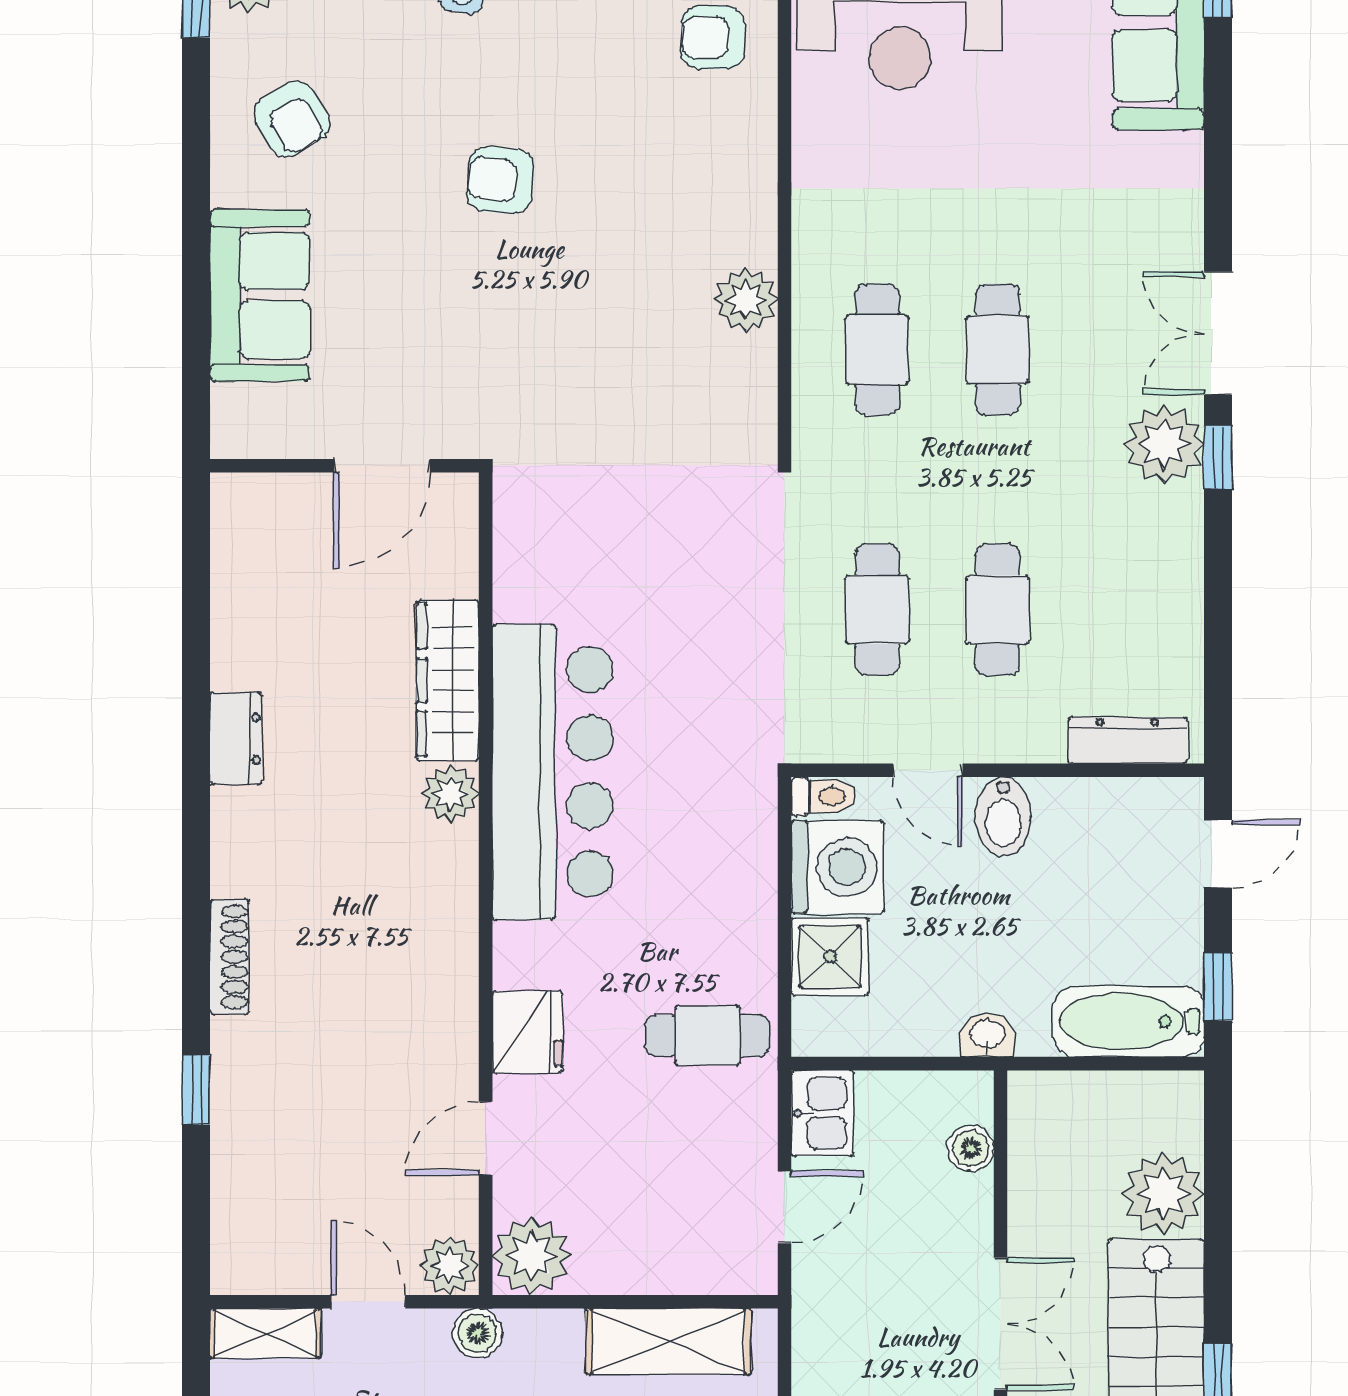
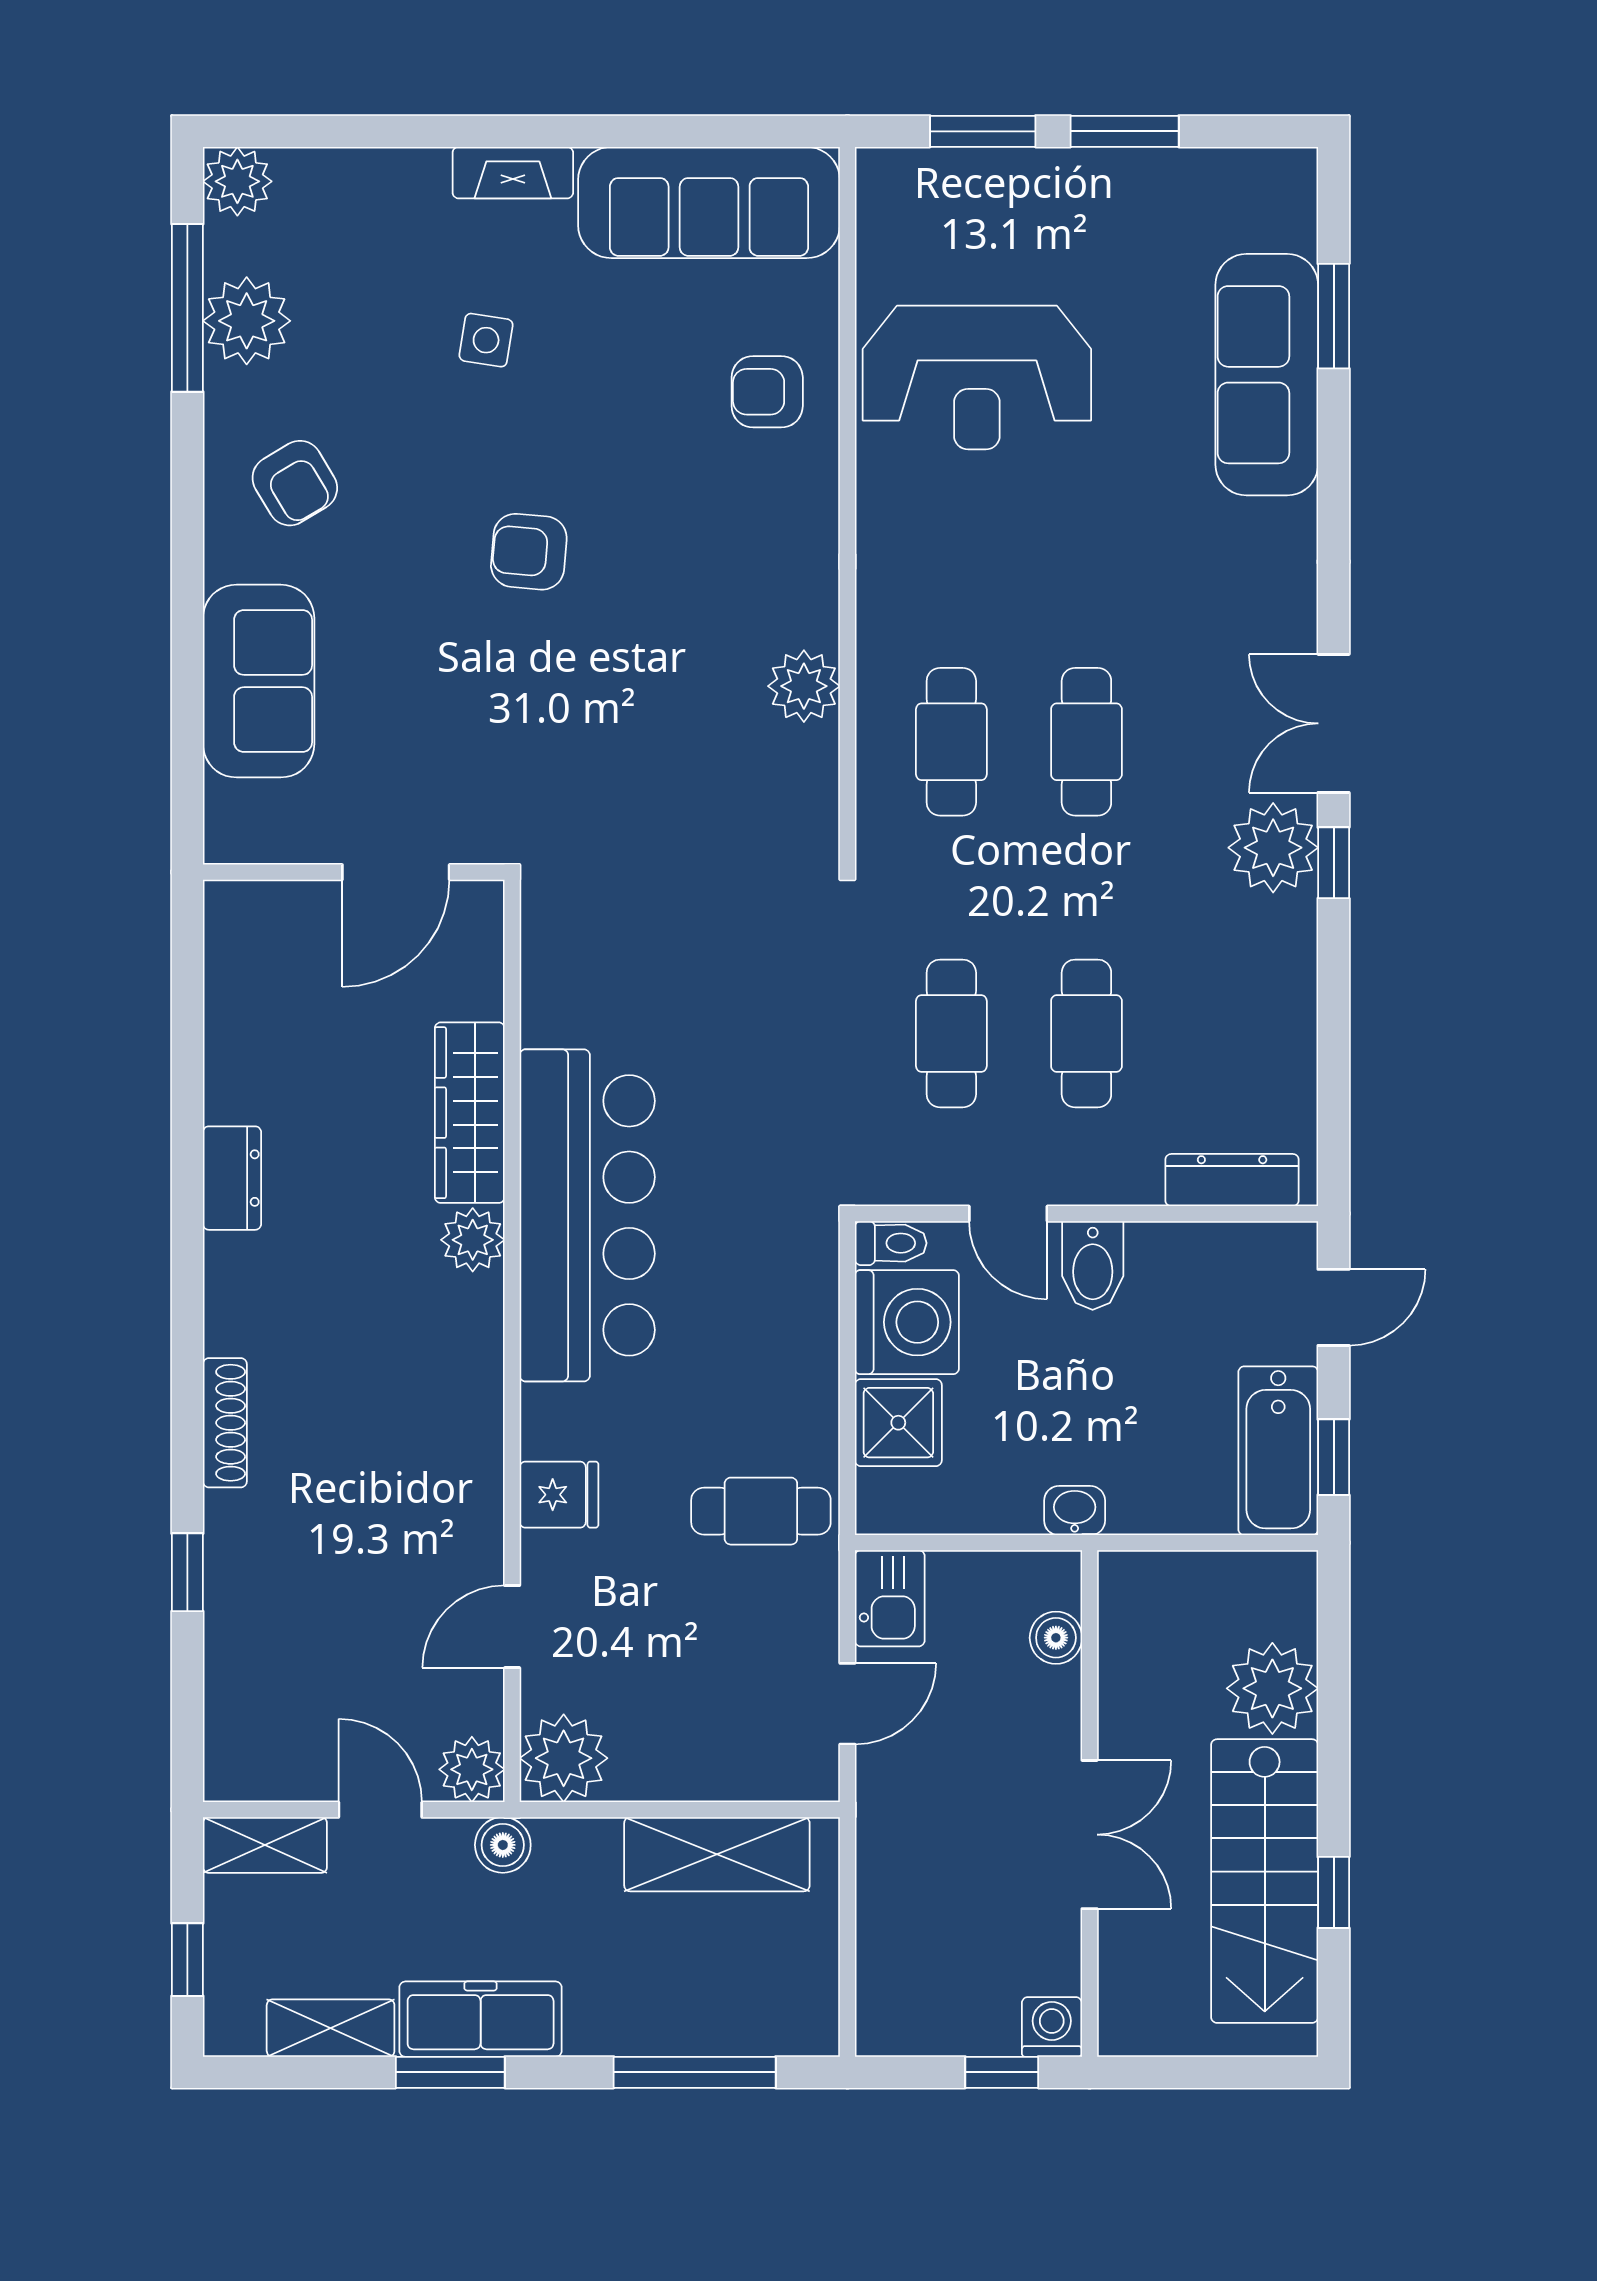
bathtub: (1129, 1021) -> (1278, 1451), moved, turned -90
fridge: (527, 1032) -> (559, 1495), width x0.72

